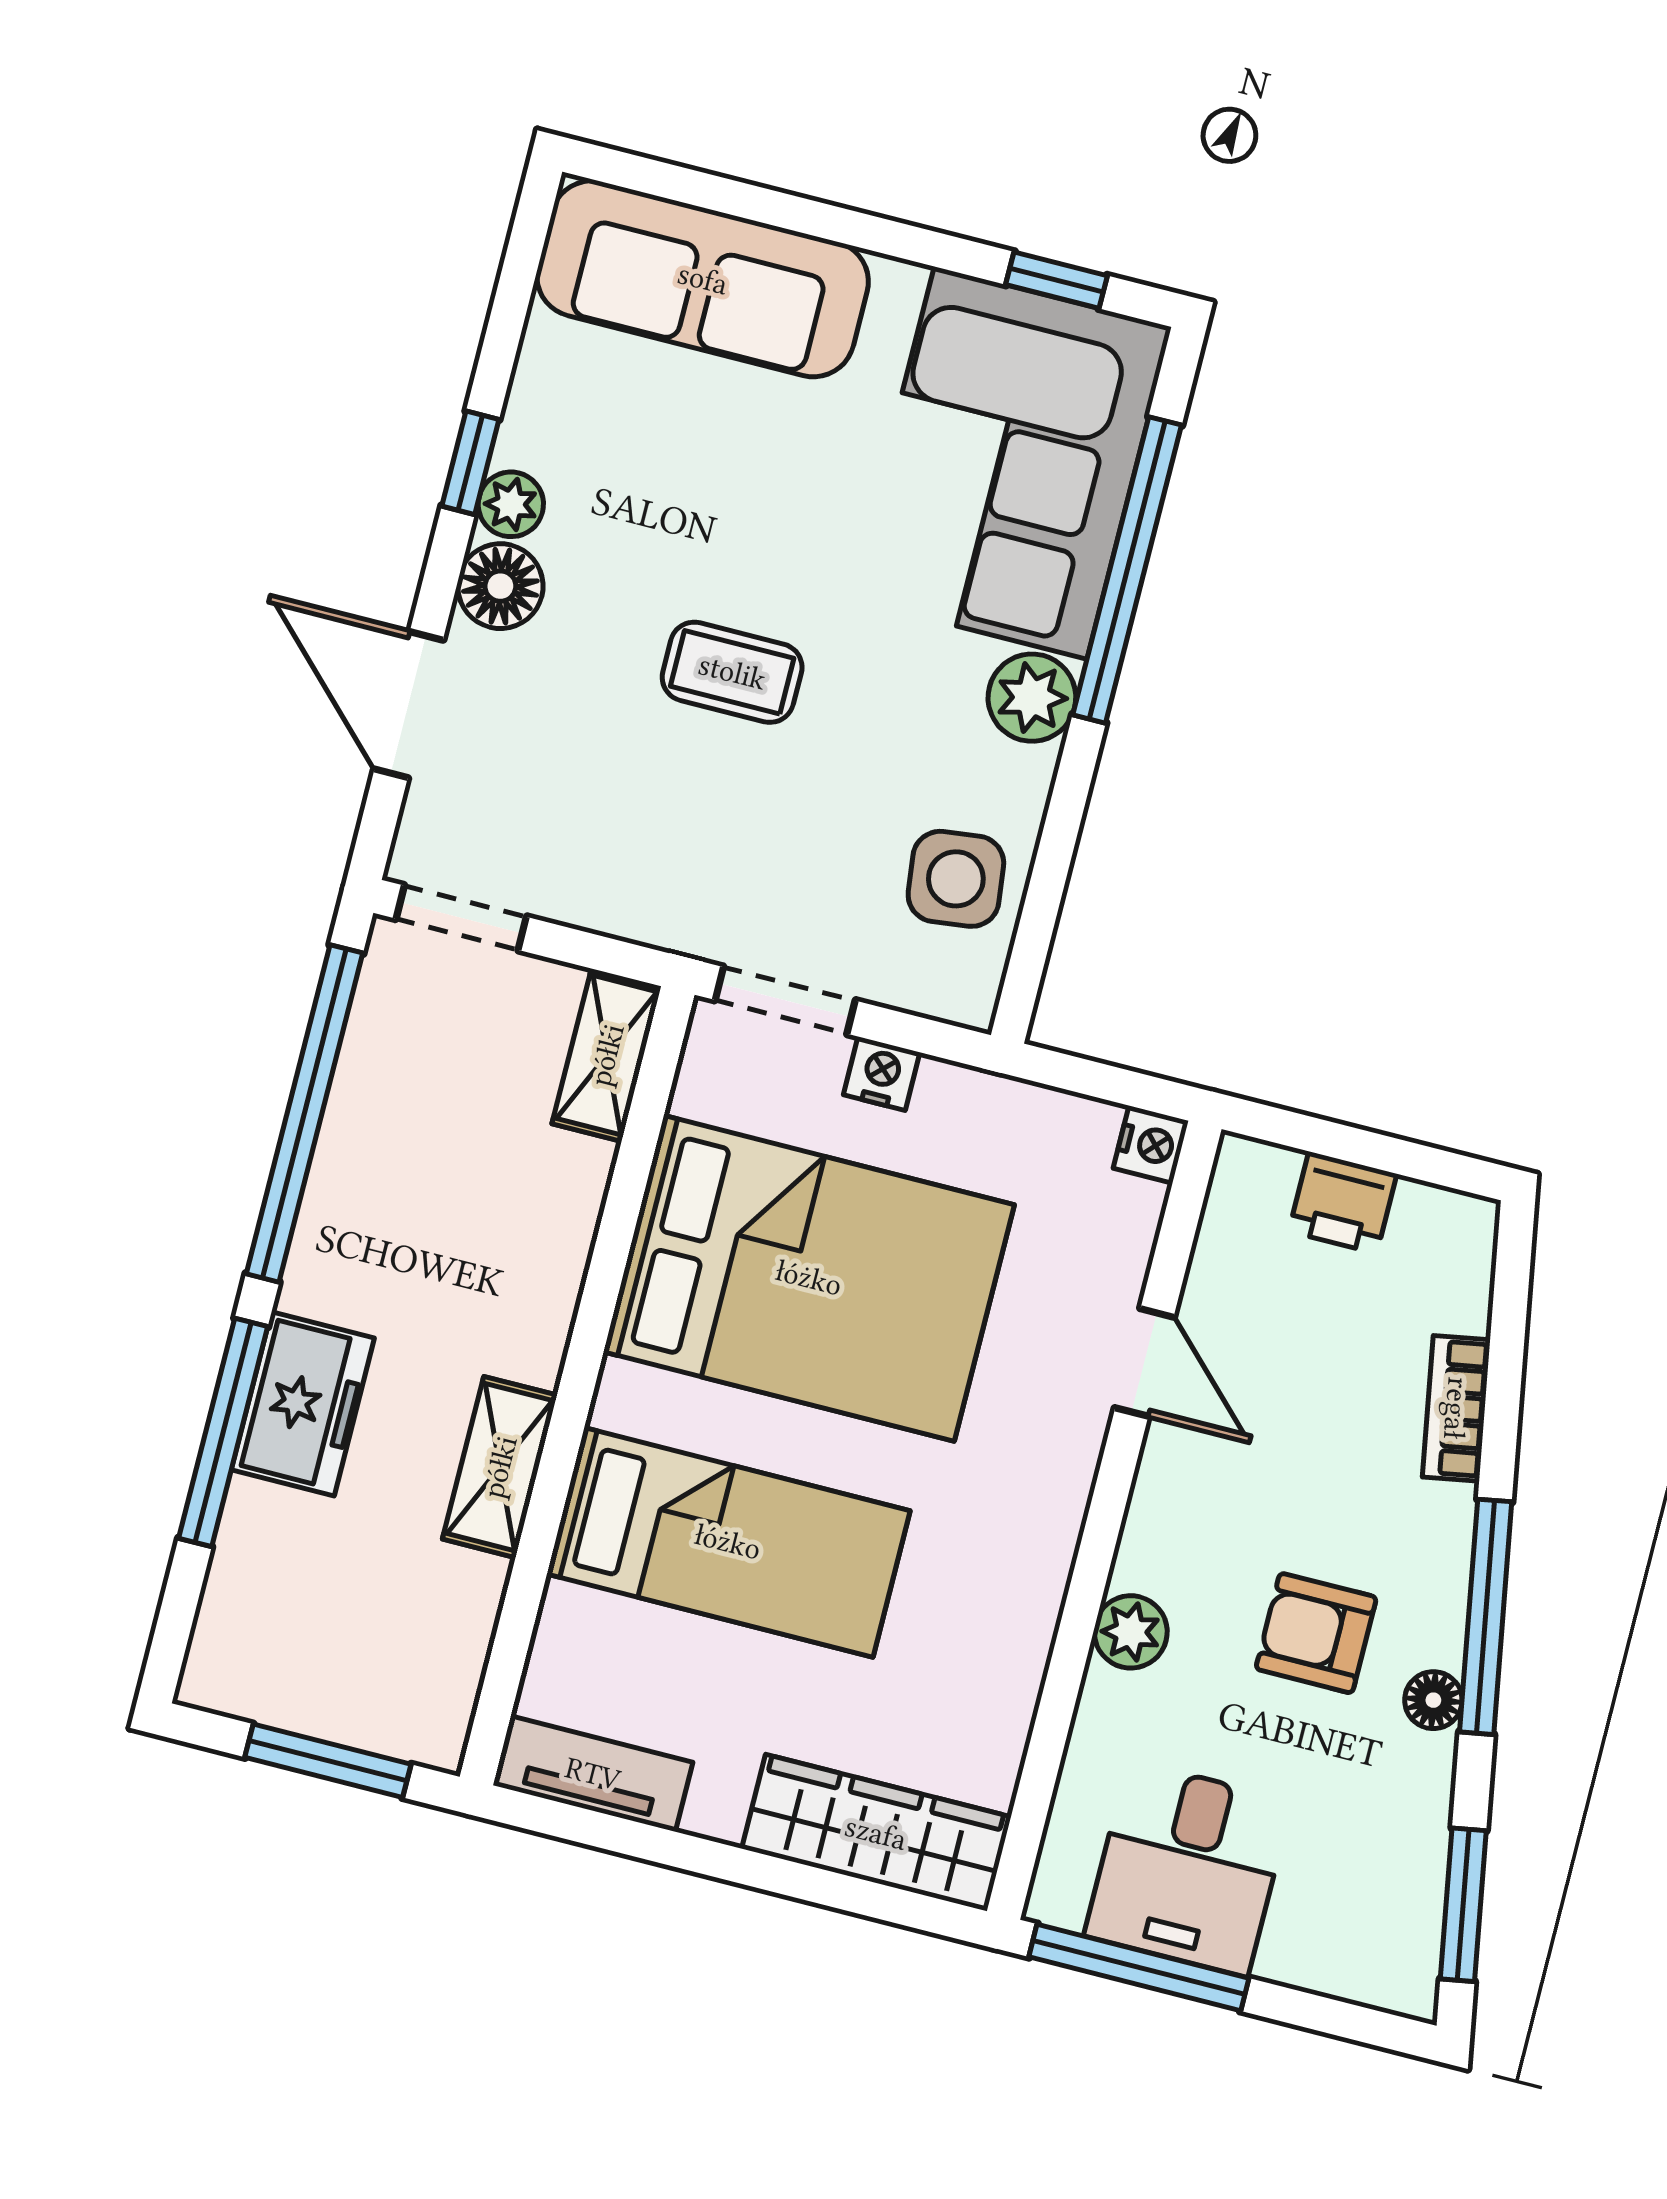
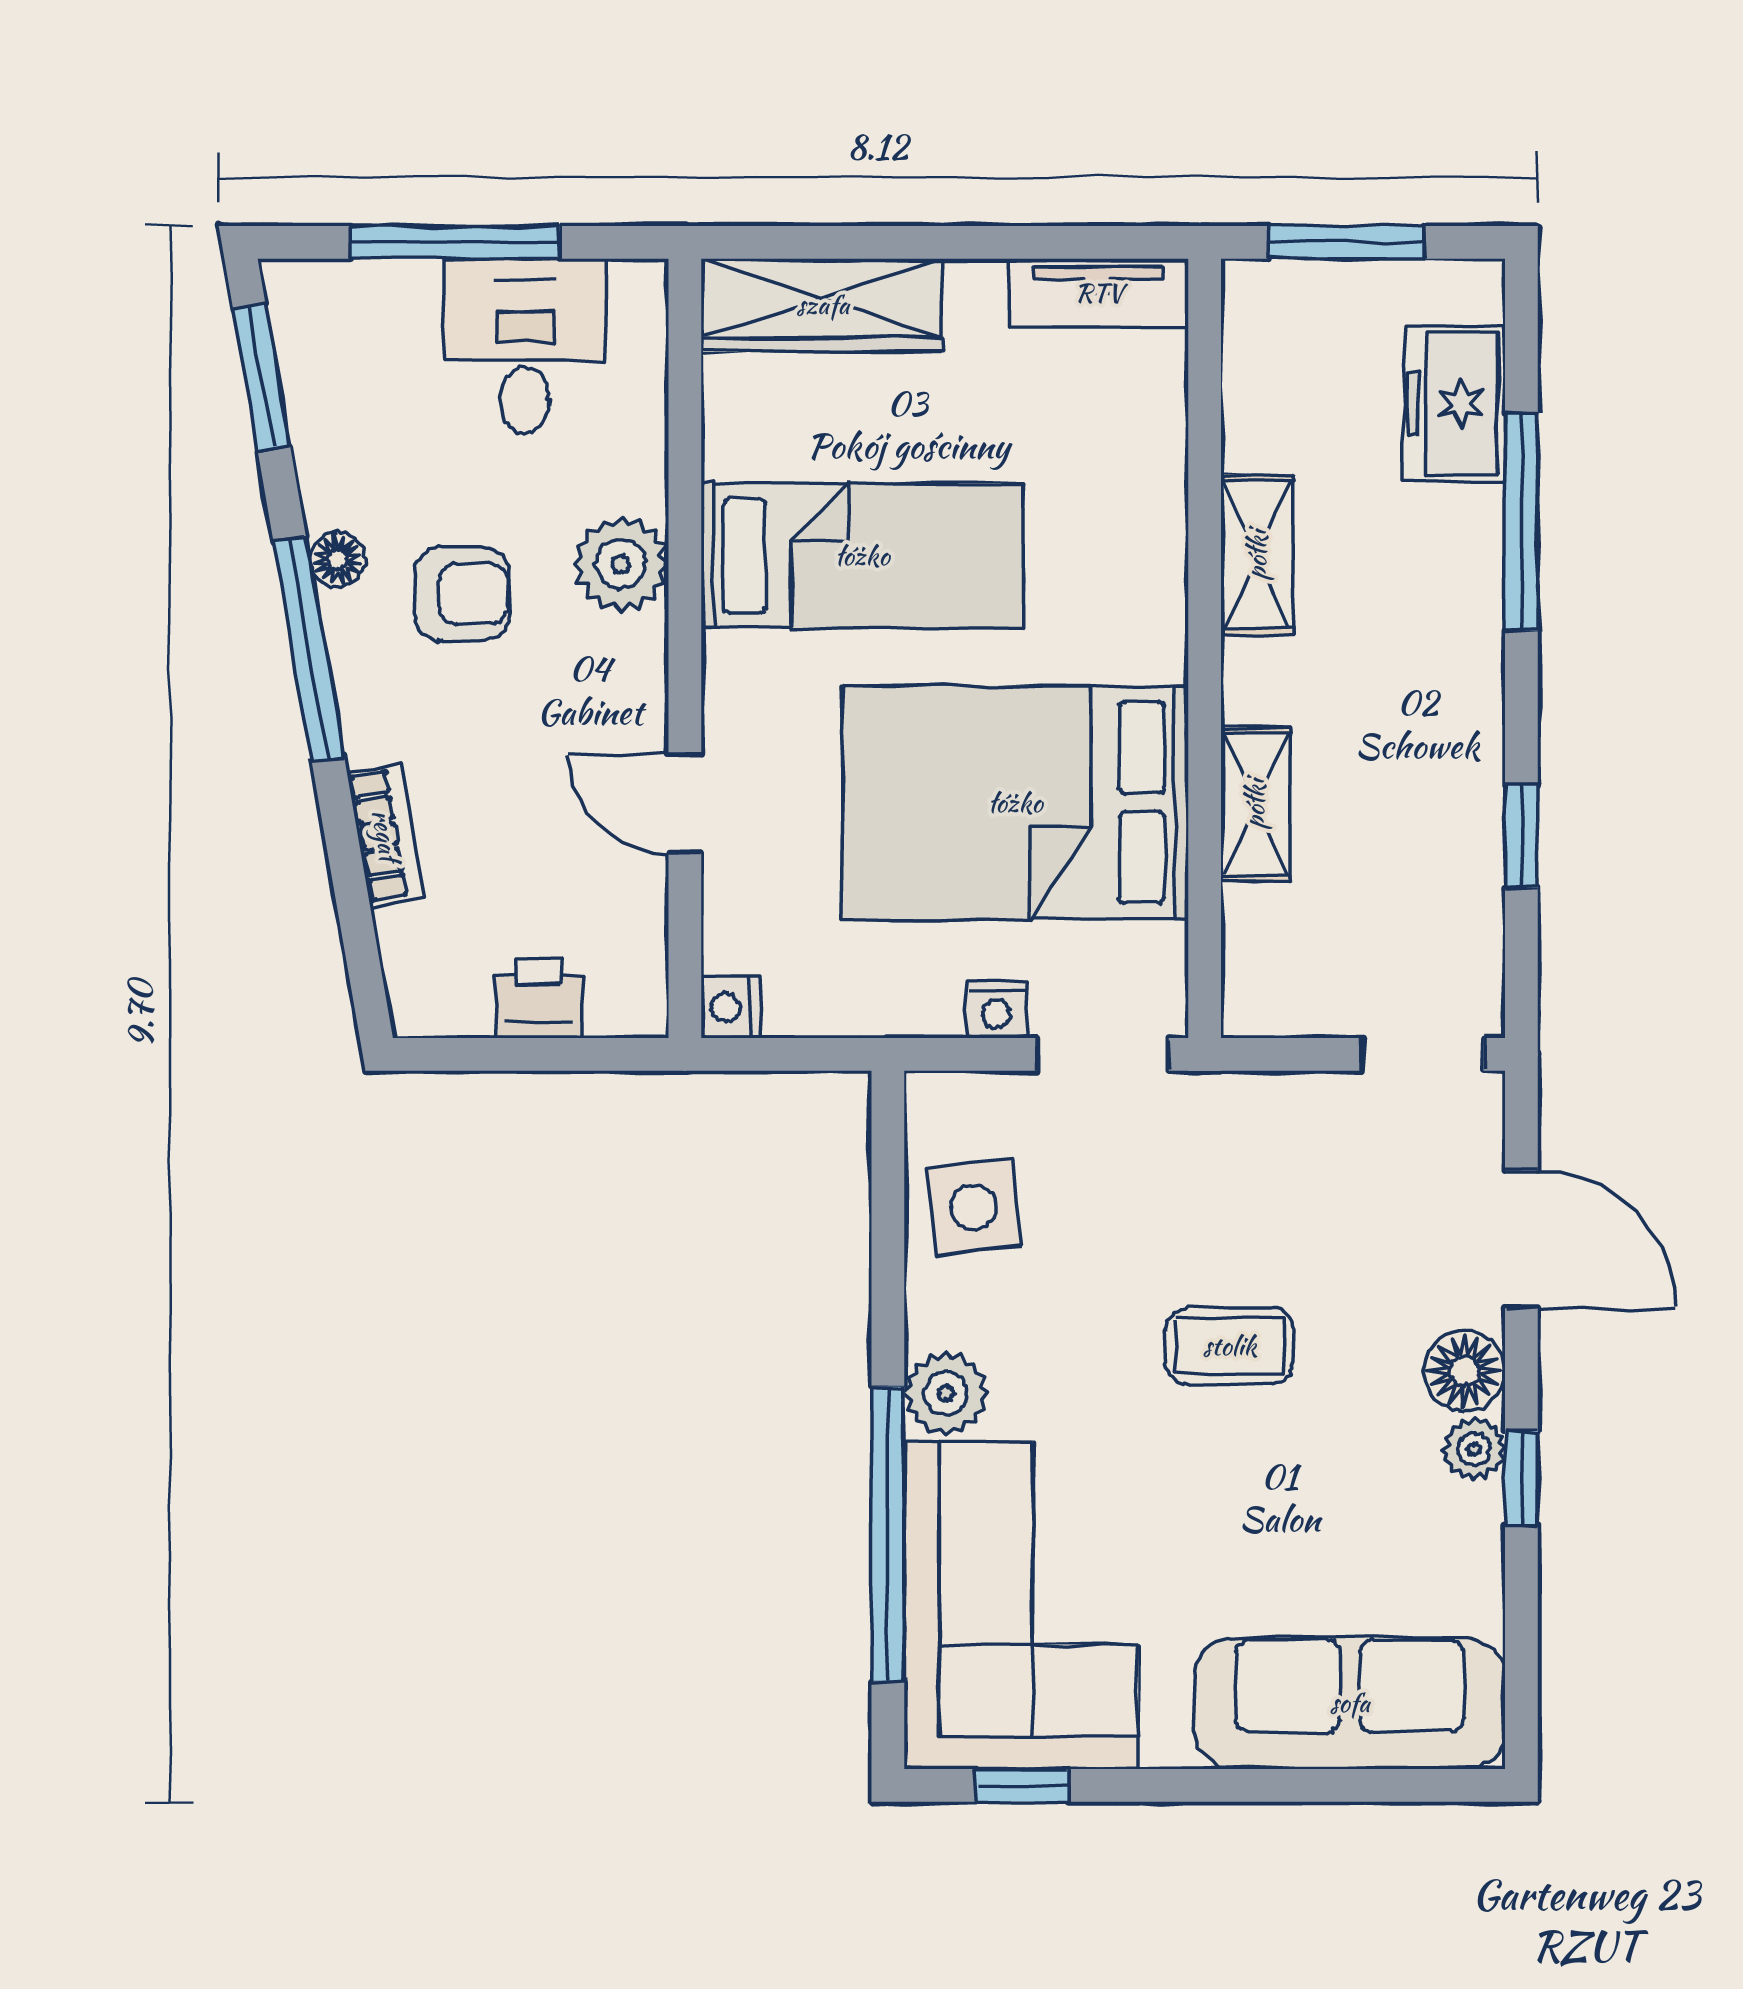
shelving: (607, 1055) -> (1255, 804), moved
window: (305, 1113) -> (1521, 836), width x0.32
freezer: (303, 1404) -> (1454, 404), moved
bed: (728, 1542) -> (862, 556), moved, turned 180
plant: (1131, 1632) -> (621, 564), width x1.38, depth x1.38
window: (1139, 1968) -> (455, 242), moved

